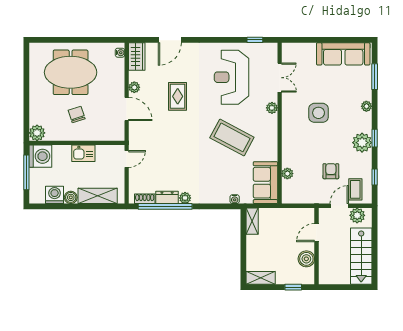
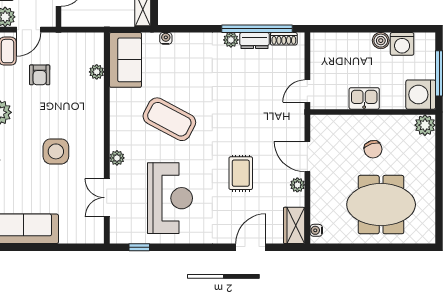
shelving: (98, 196) -> (346, 42), removed

